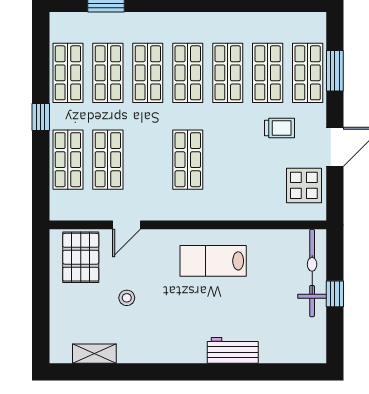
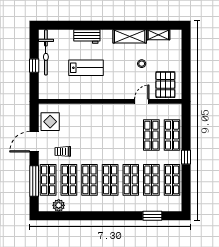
plant: (287, 24) -> (59, 205), added
window: (335, 71) -> (34, 181), width x1.44
shop shelf: (188, 160) -> (110, 135), removed
lab bench: (213, 261) -> (86, 68), moved
bicycle: (312, 273) -> (46, 52), moved
shelving: (150, 351) -> (130, 36), added

